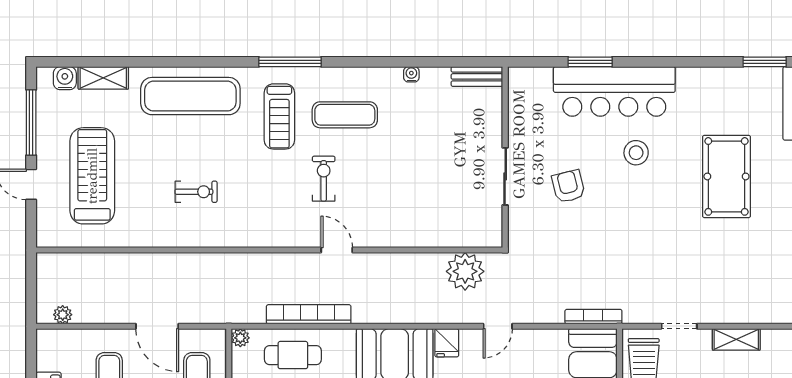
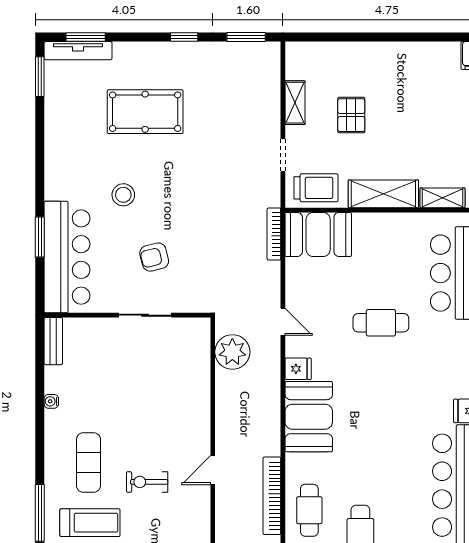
bar counter: (614, 91) -> (67, 257), moved

